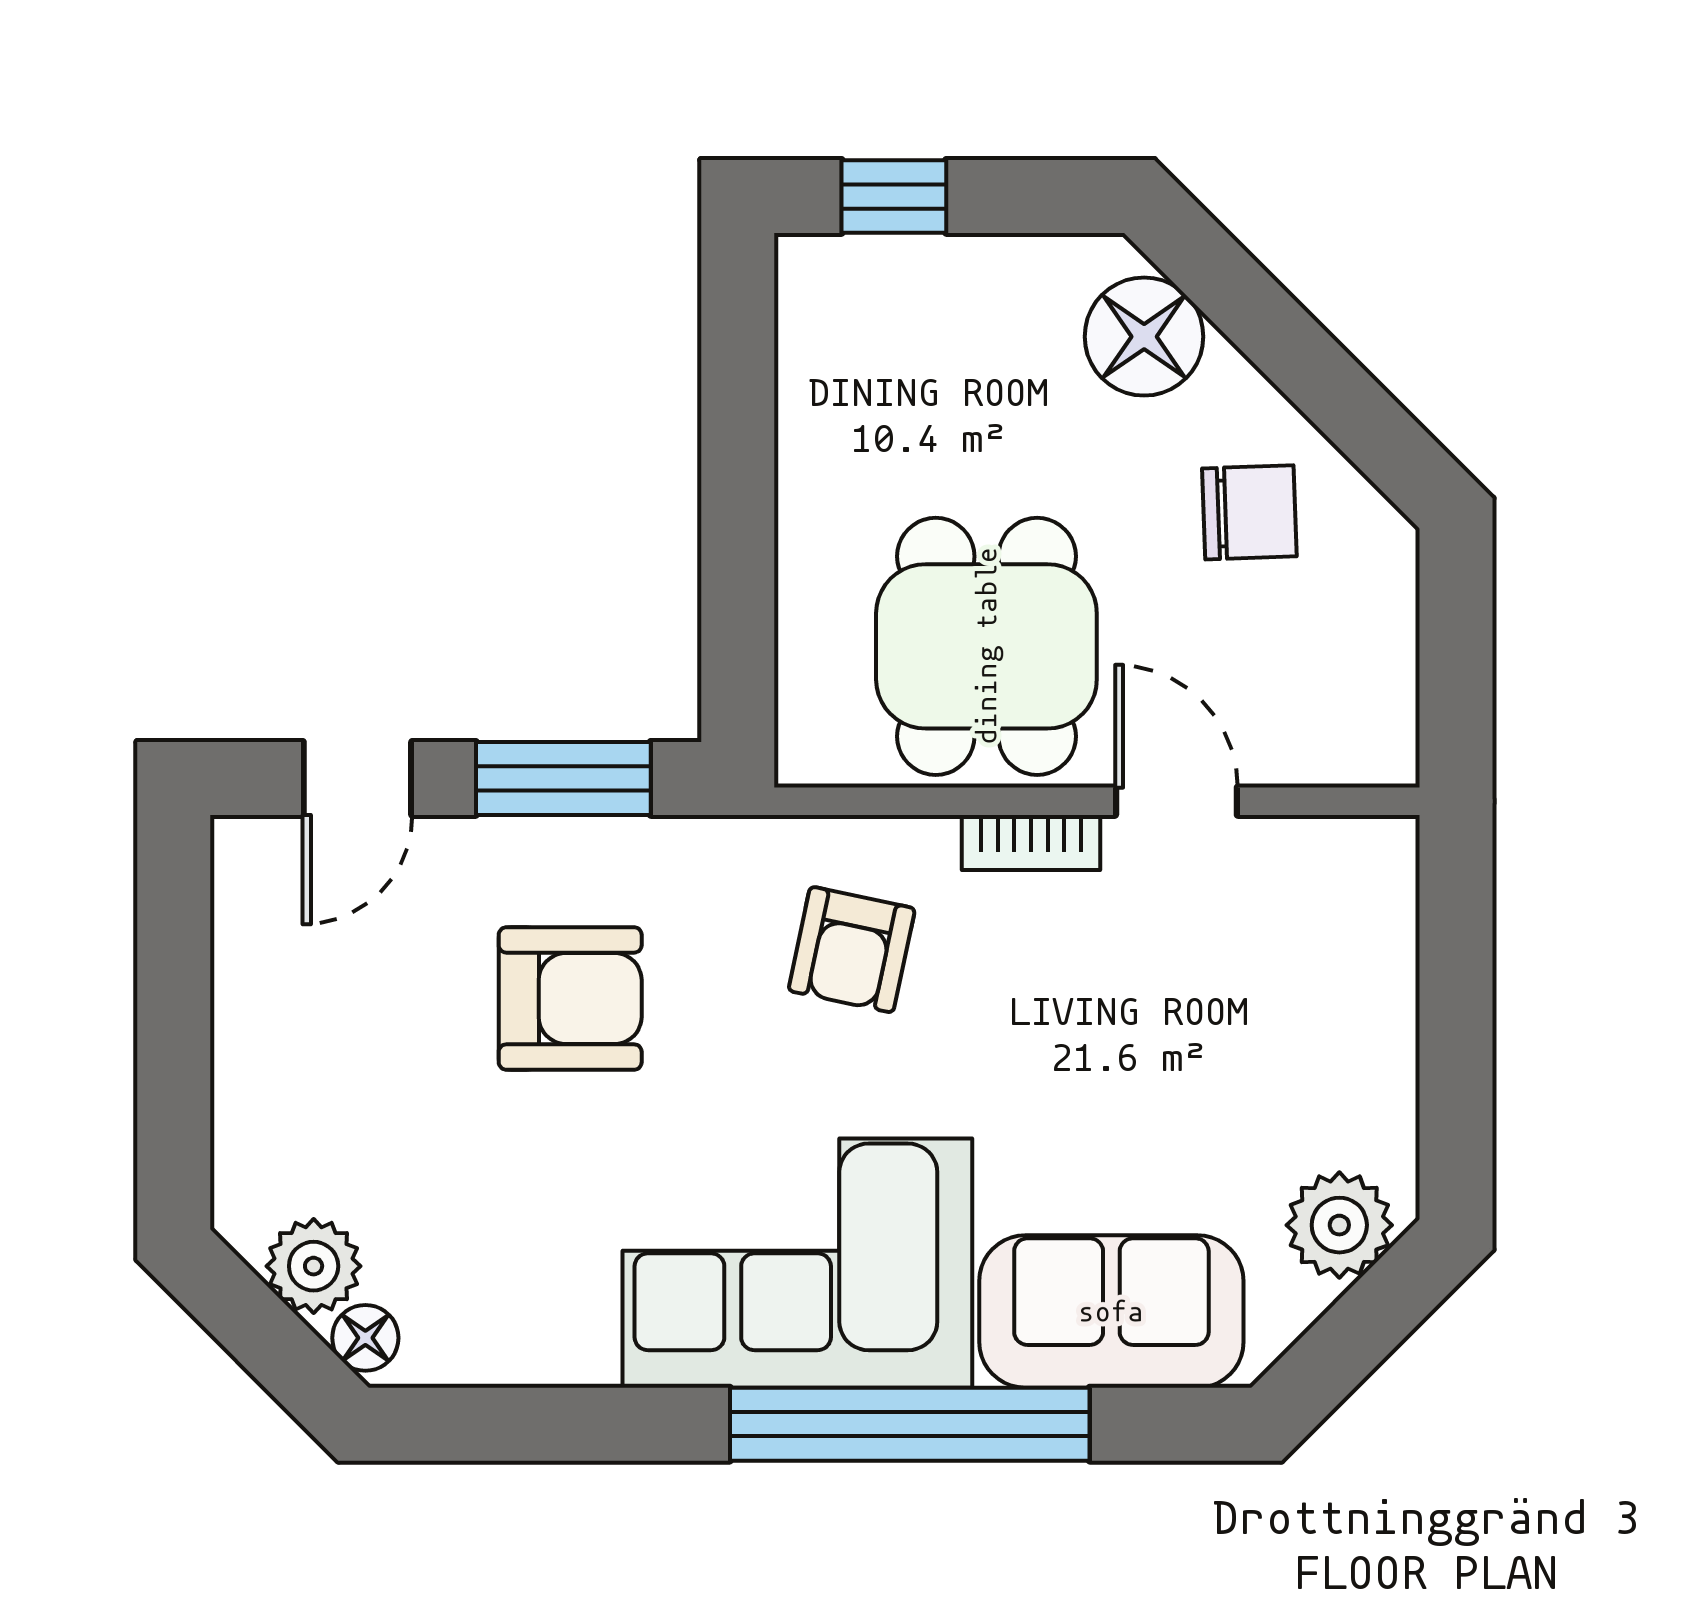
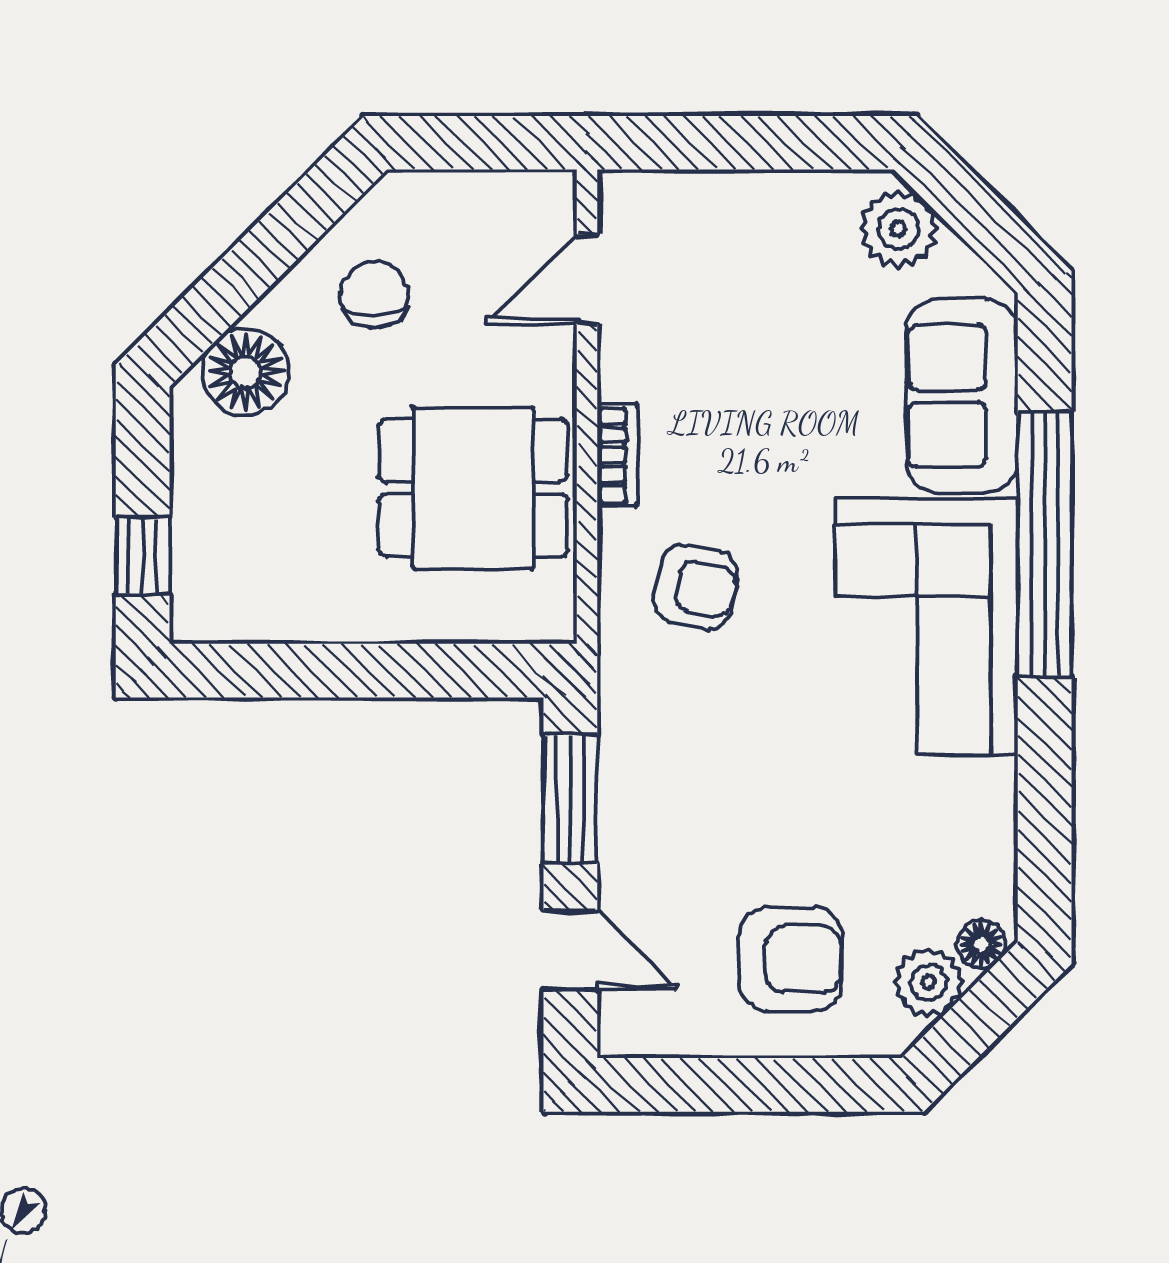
door: (1176, 801) -> (587, 279), moved
armchair: (570, 998) -> (791, 959), moved, turned 90

